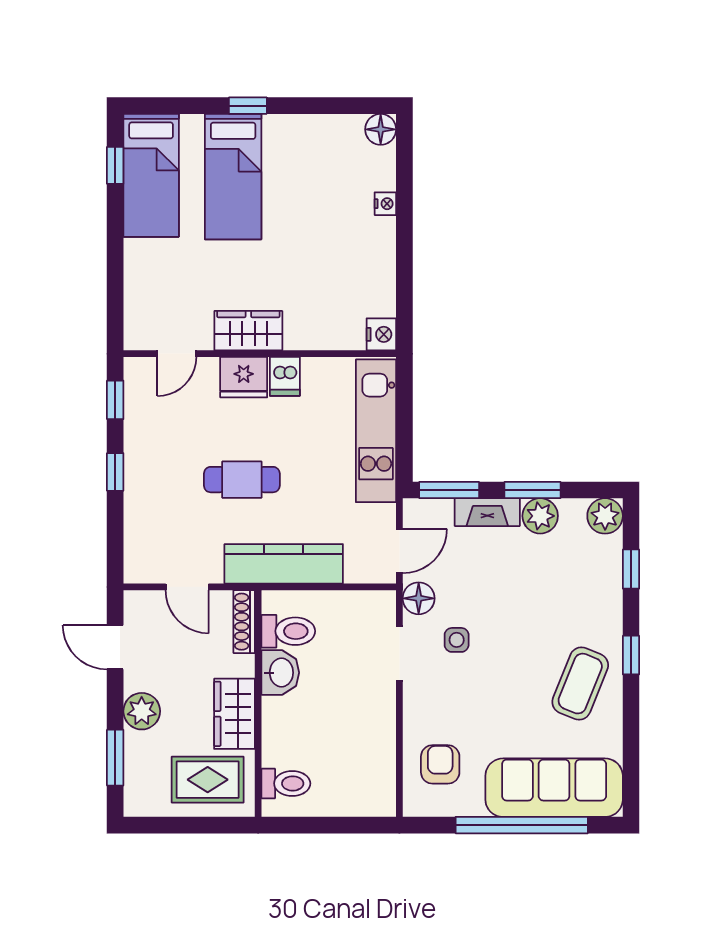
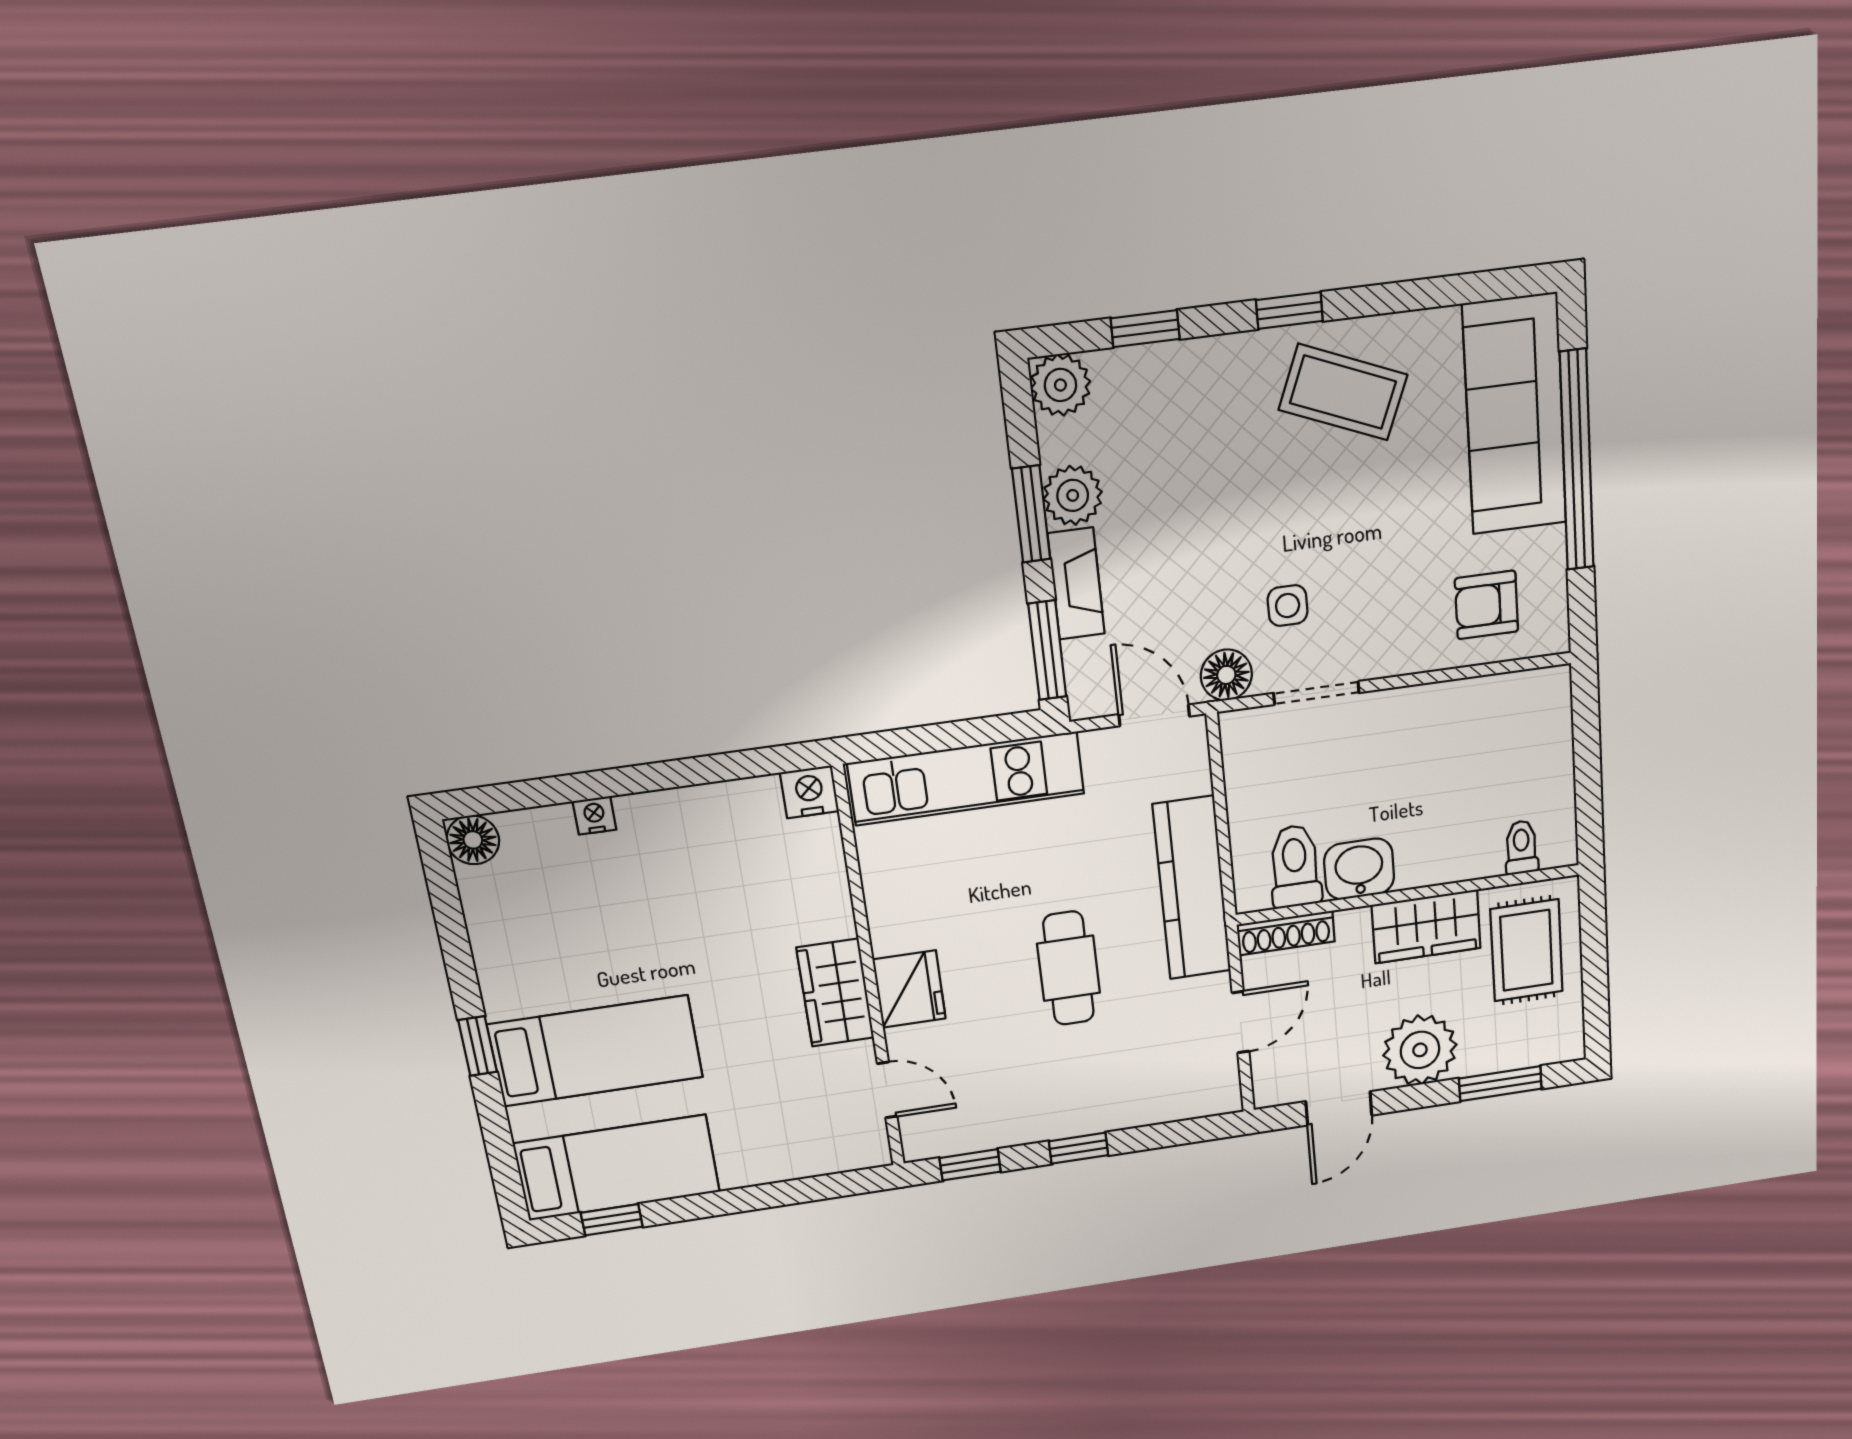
dishwasher: (285, 376) -> (899, 929), removed
plant: (142, 711) -> (1420, 1050), width x1.36, depth x1.36
toilet: (286, 783) -> (1521, 847), width x0.73, depth x0.72

